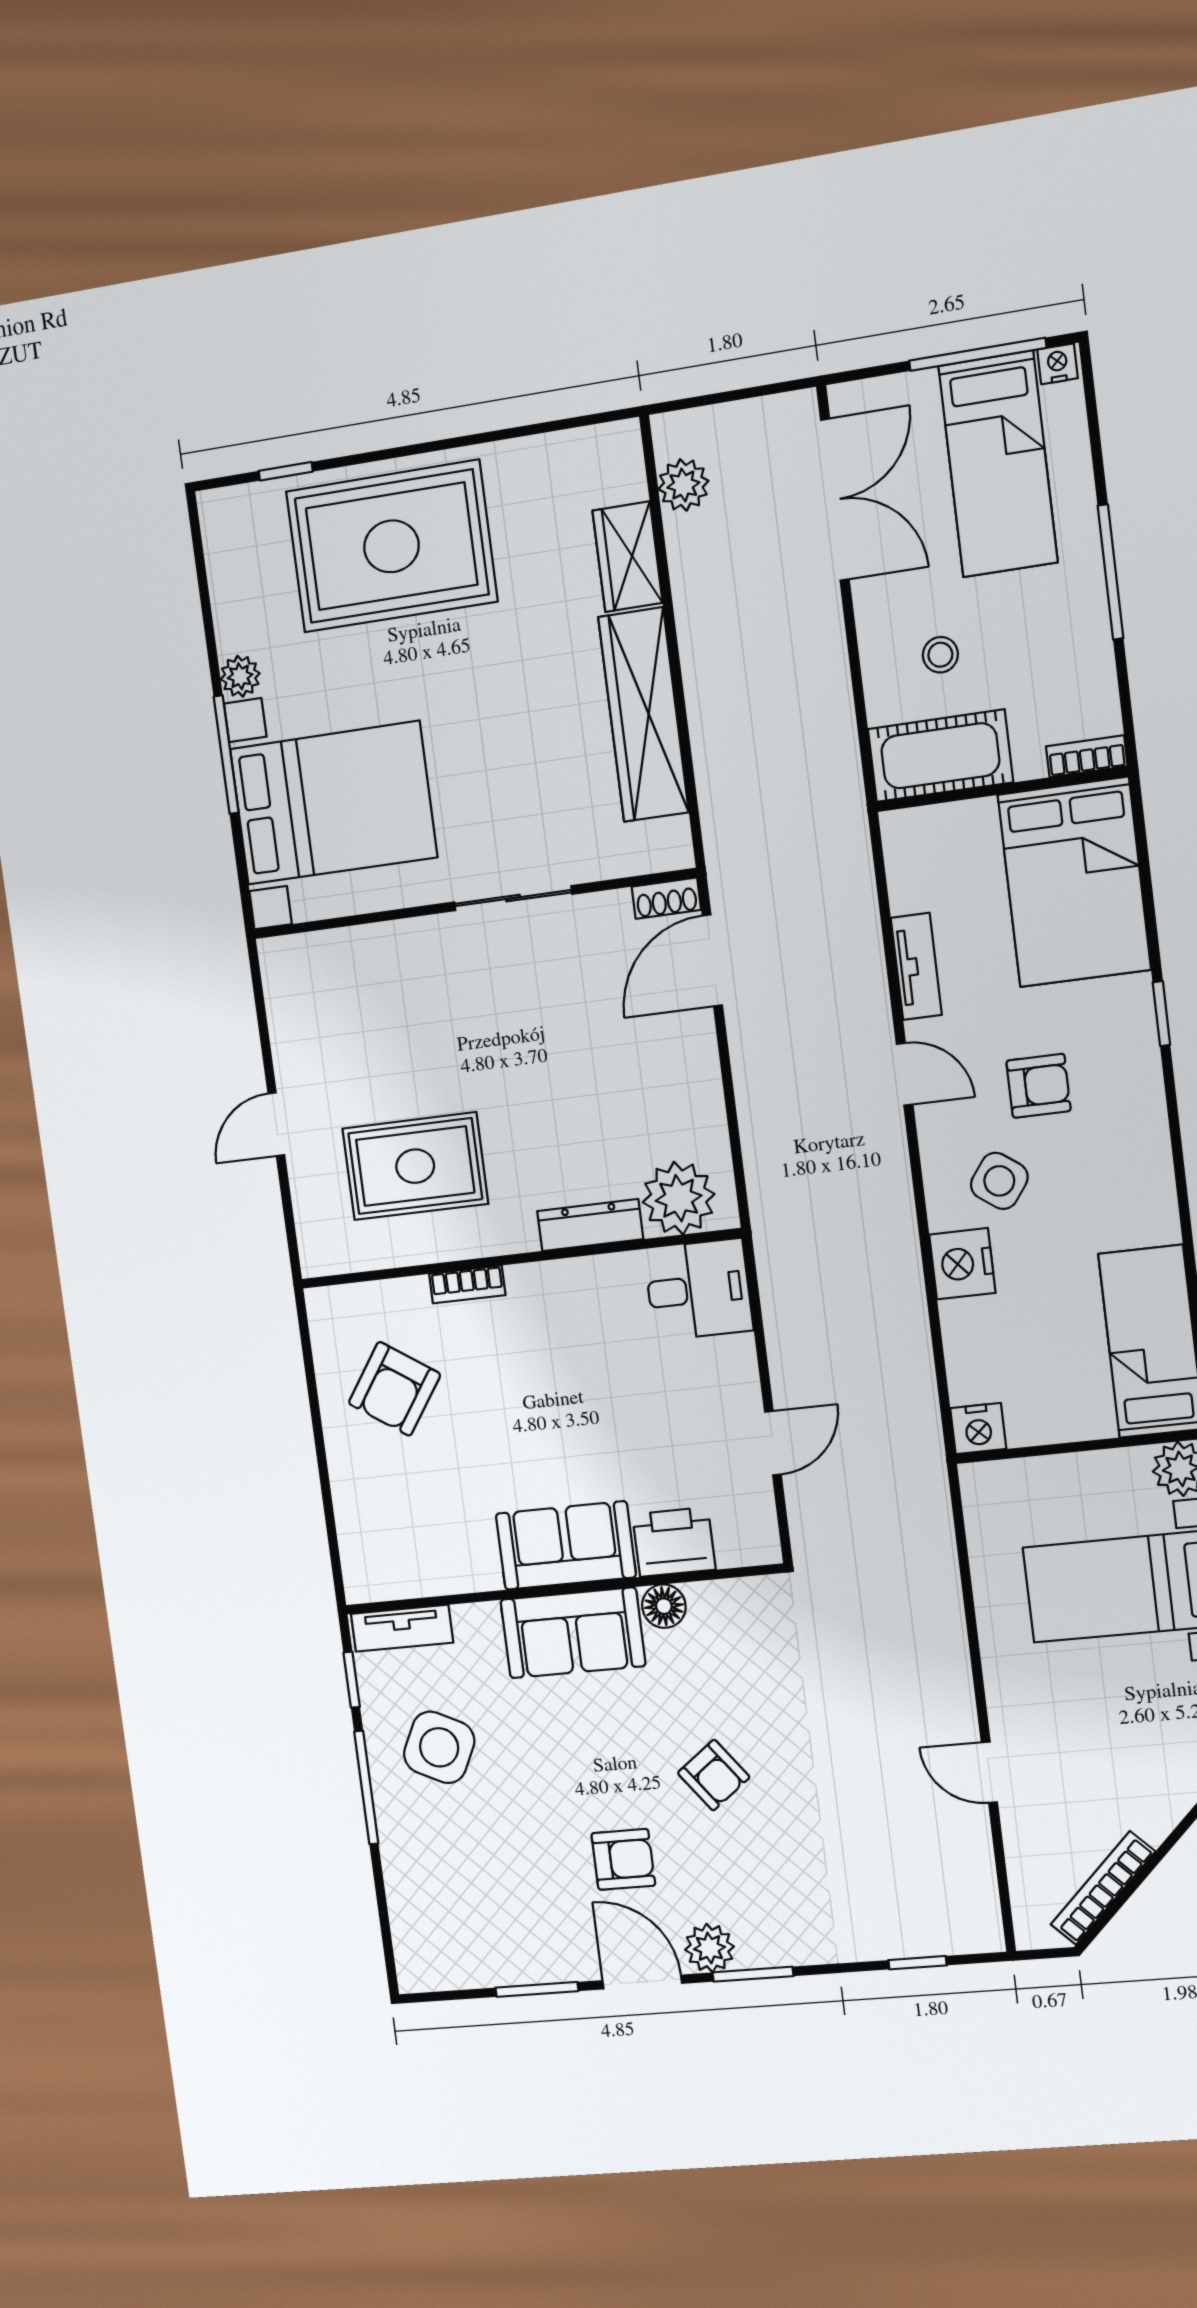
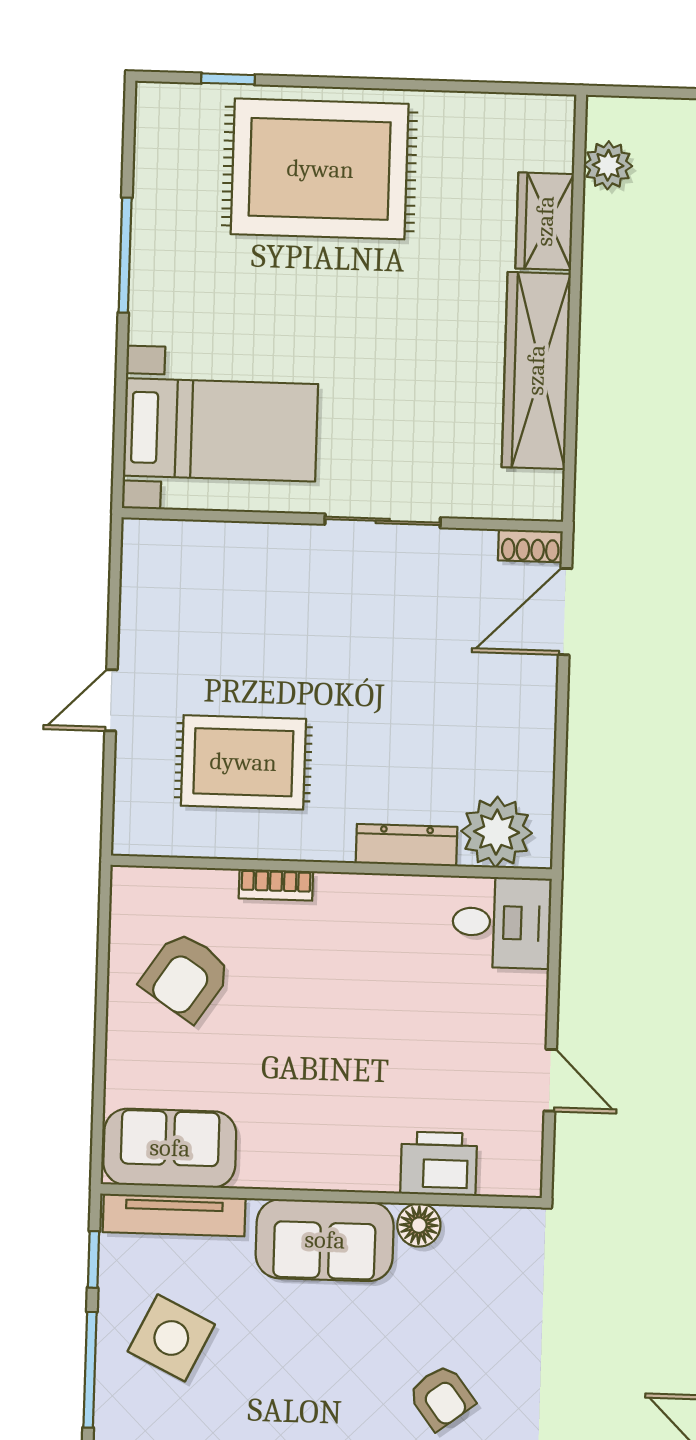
plant: (240, 676) -> (150, 264), removed
window: (226, 755) -> (125, 255), moved
bed with nightstands: (333, 803) -> (220, 430), width x0.73
door: (773, 1443) -> (550, 1080), hinge flipped
sofa: (566, 1545) -> (170, 1148), moved
tv unit: (402, 1628) -> (174, 1215), width x1.41

